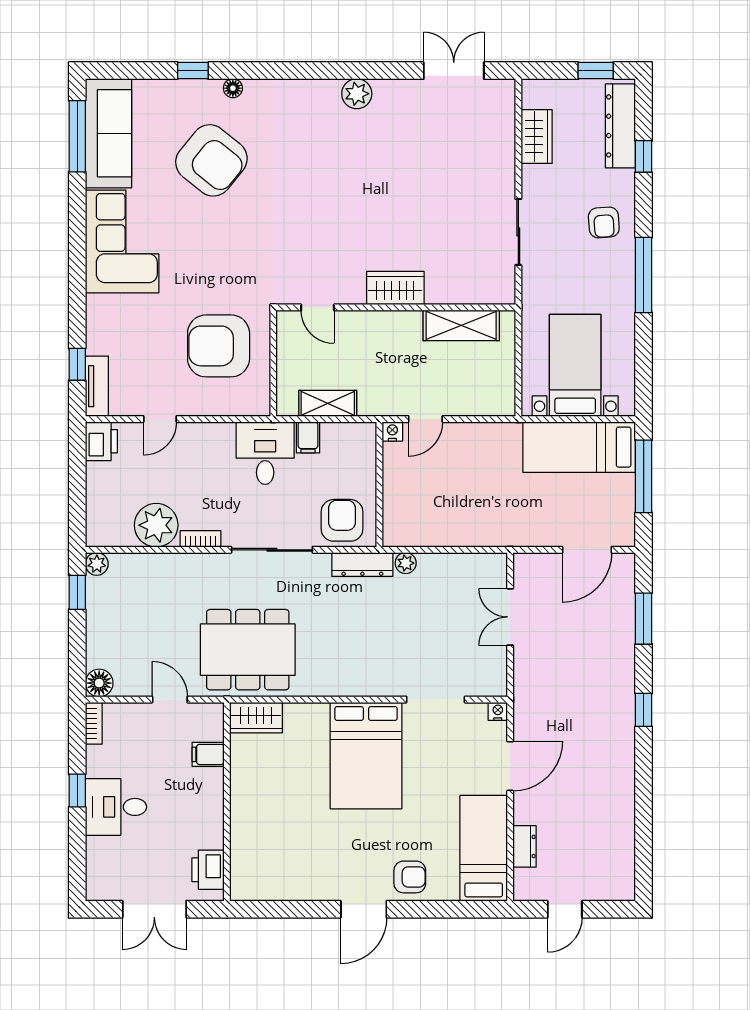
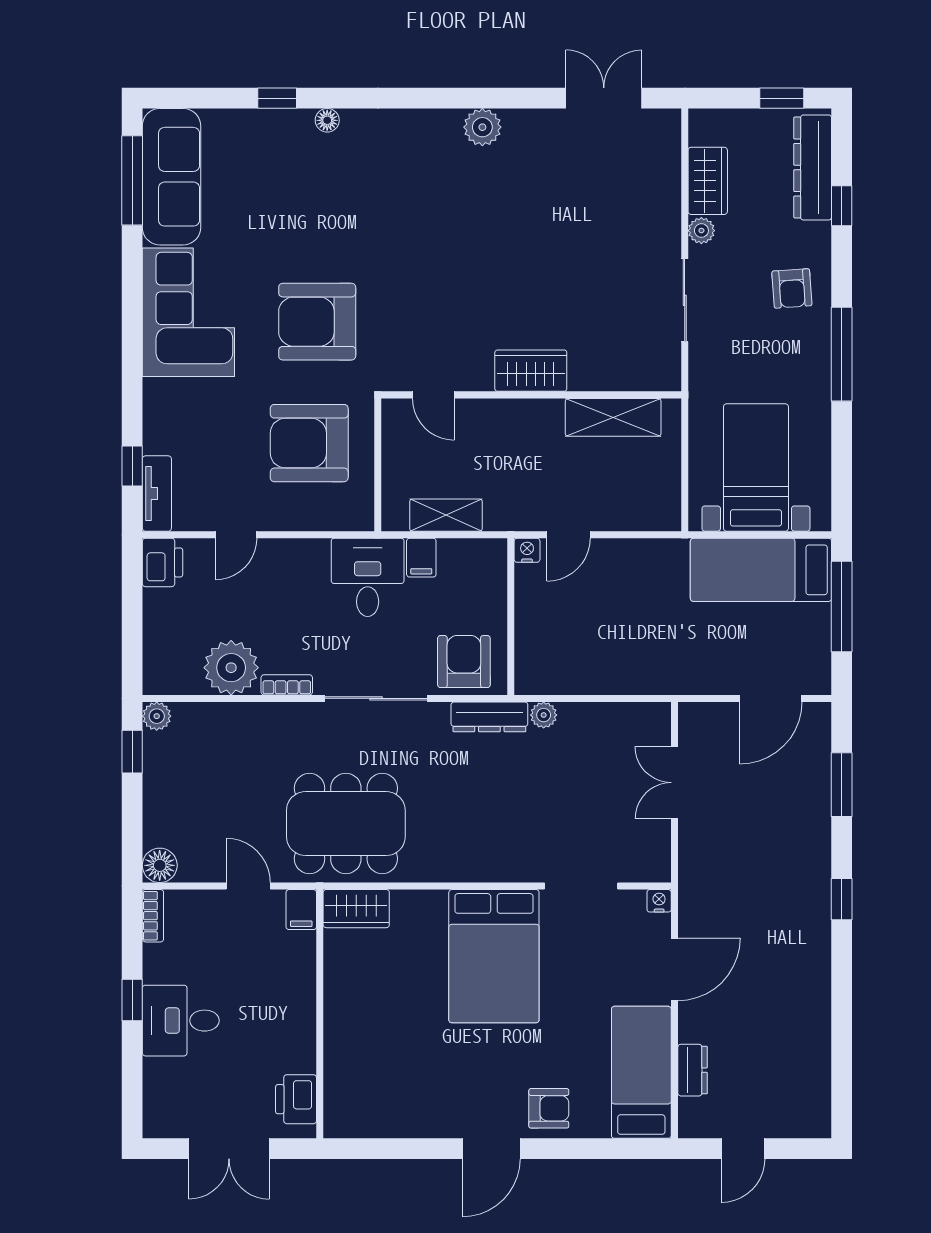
armchair: (211, 160) -> (317, 322), moved, turned 141
plant: (532, 176) -> (701, 231), added
filing cabinet: (208, 754) -> (301, 910), moved, turned -90

